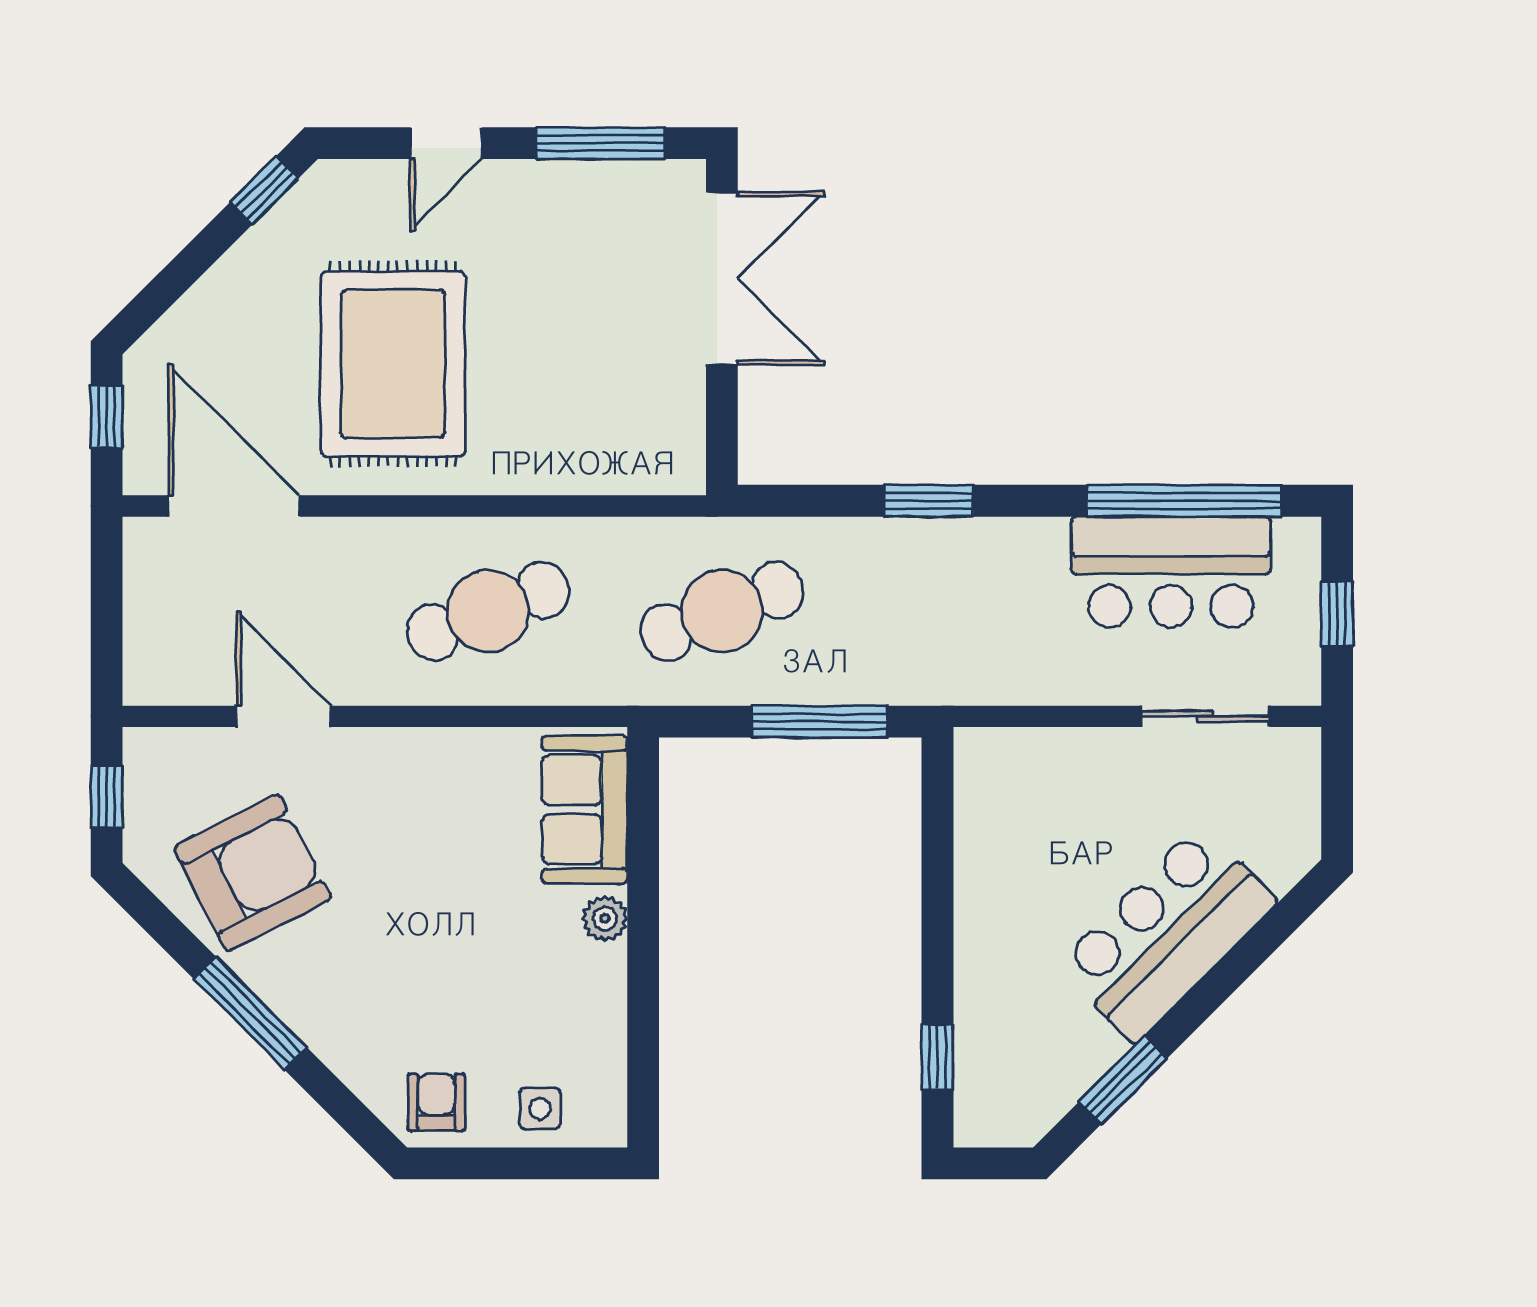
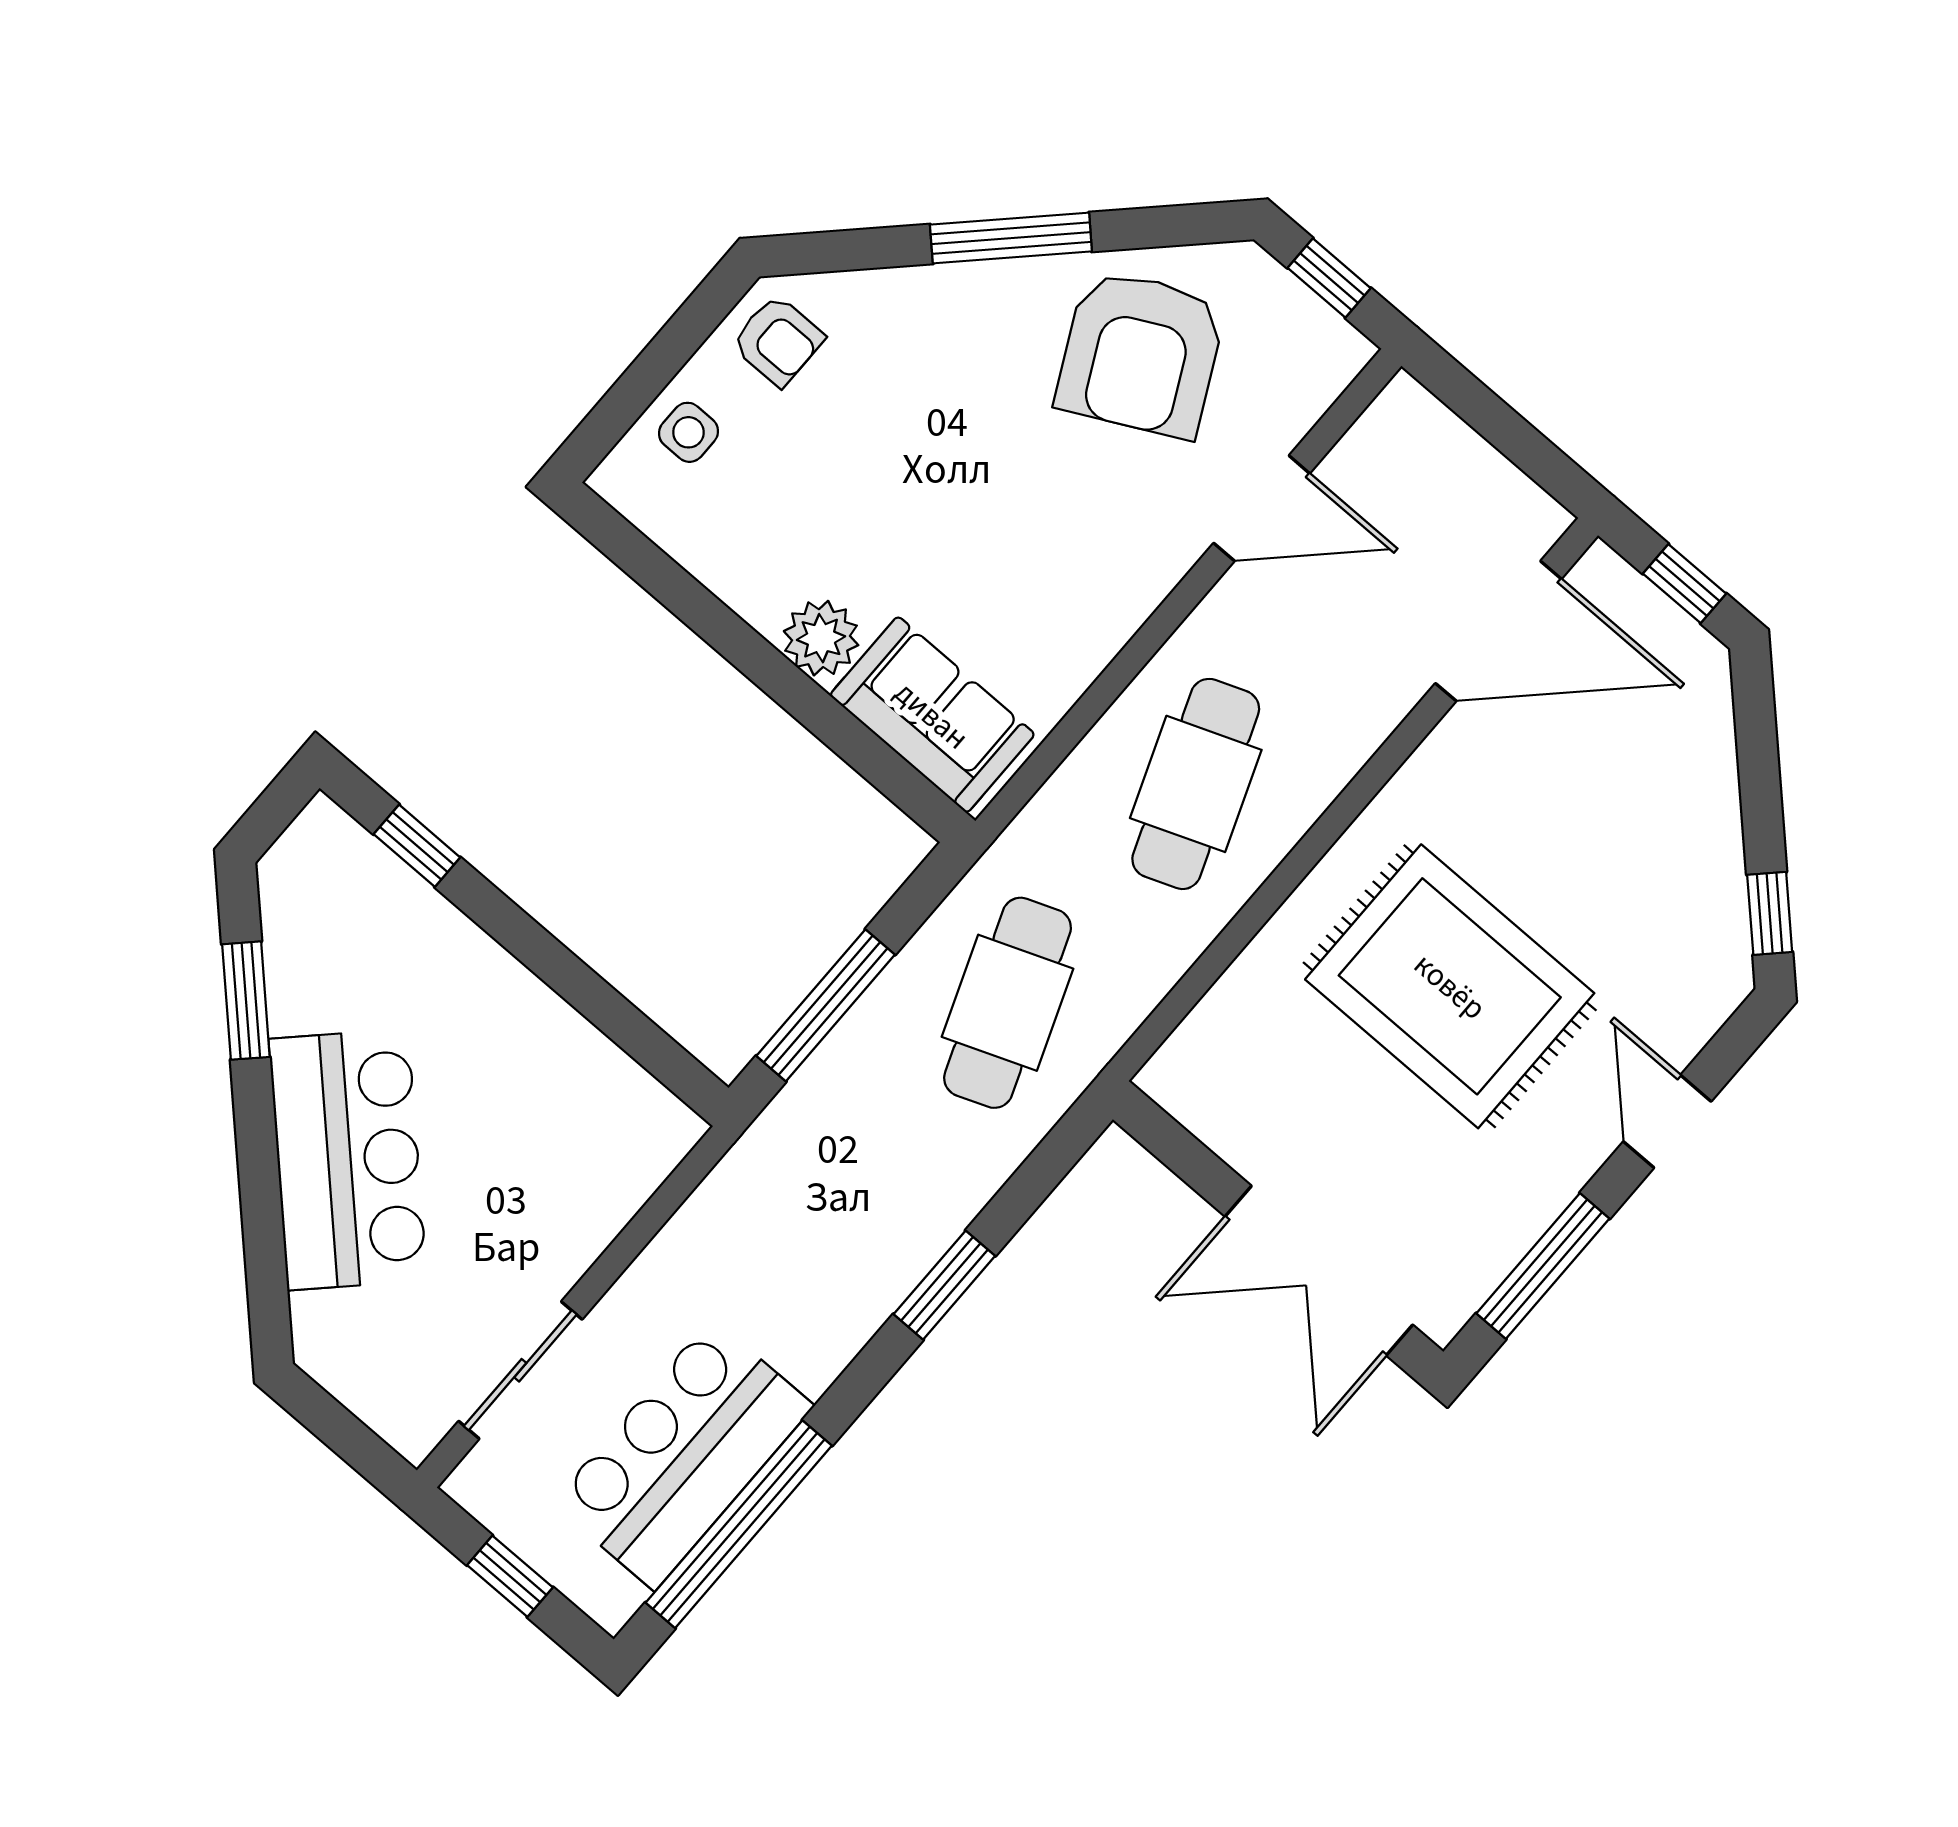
rug: (393, 364) -> (1450, 986), moved
plant: (605, 918) -> (821, 638), width x1.38, depth x1.38

